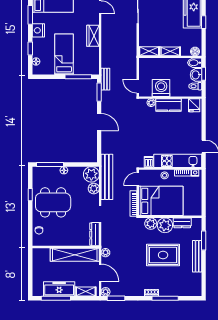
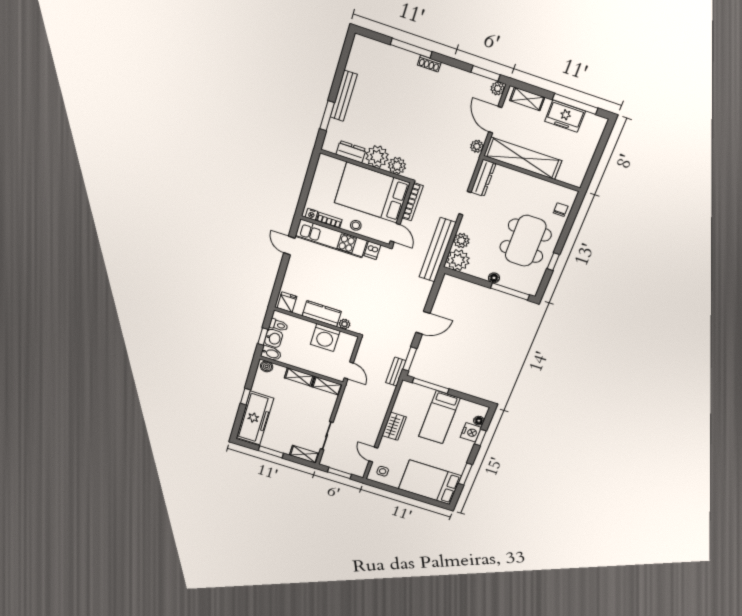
nightstand: (38, 30) -> (471, 432), moved
door: (138, 86) -> (349, 370), moved
door: (99, 122) -> (423, 323), swing flipped
door: (138, 179) -> (395, 233), hinge flipped
dining table: (53, 202) -> (526, 241), turned 90
rug: (163, 255) -> (394, 115), removed
freezer: (59, 289) -> (565, 116), width x0.71

